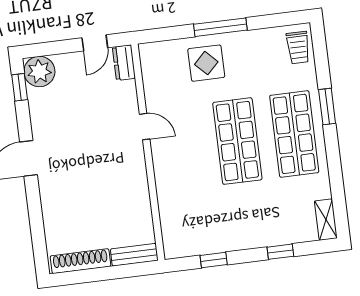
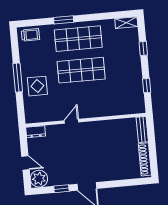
door: (95, 43) -> (25, 163), moved
window: (20, 87) -> (61, 189), moved

